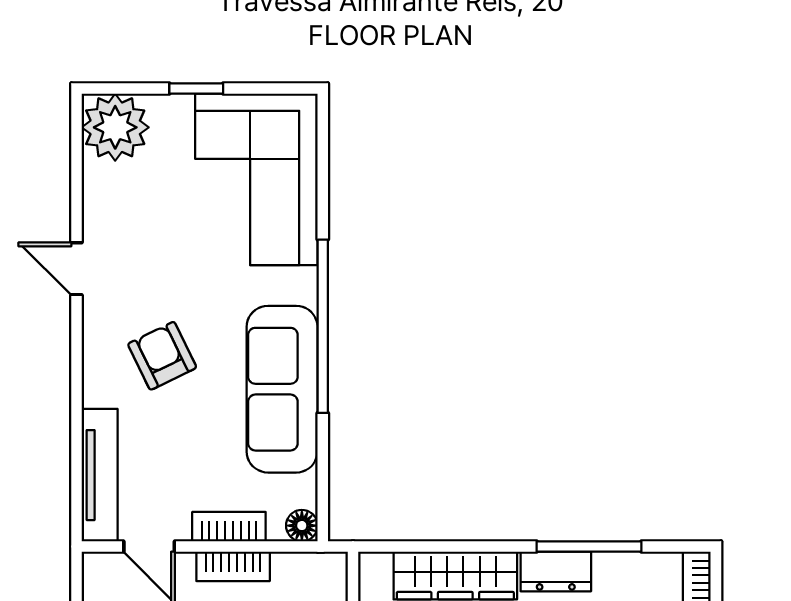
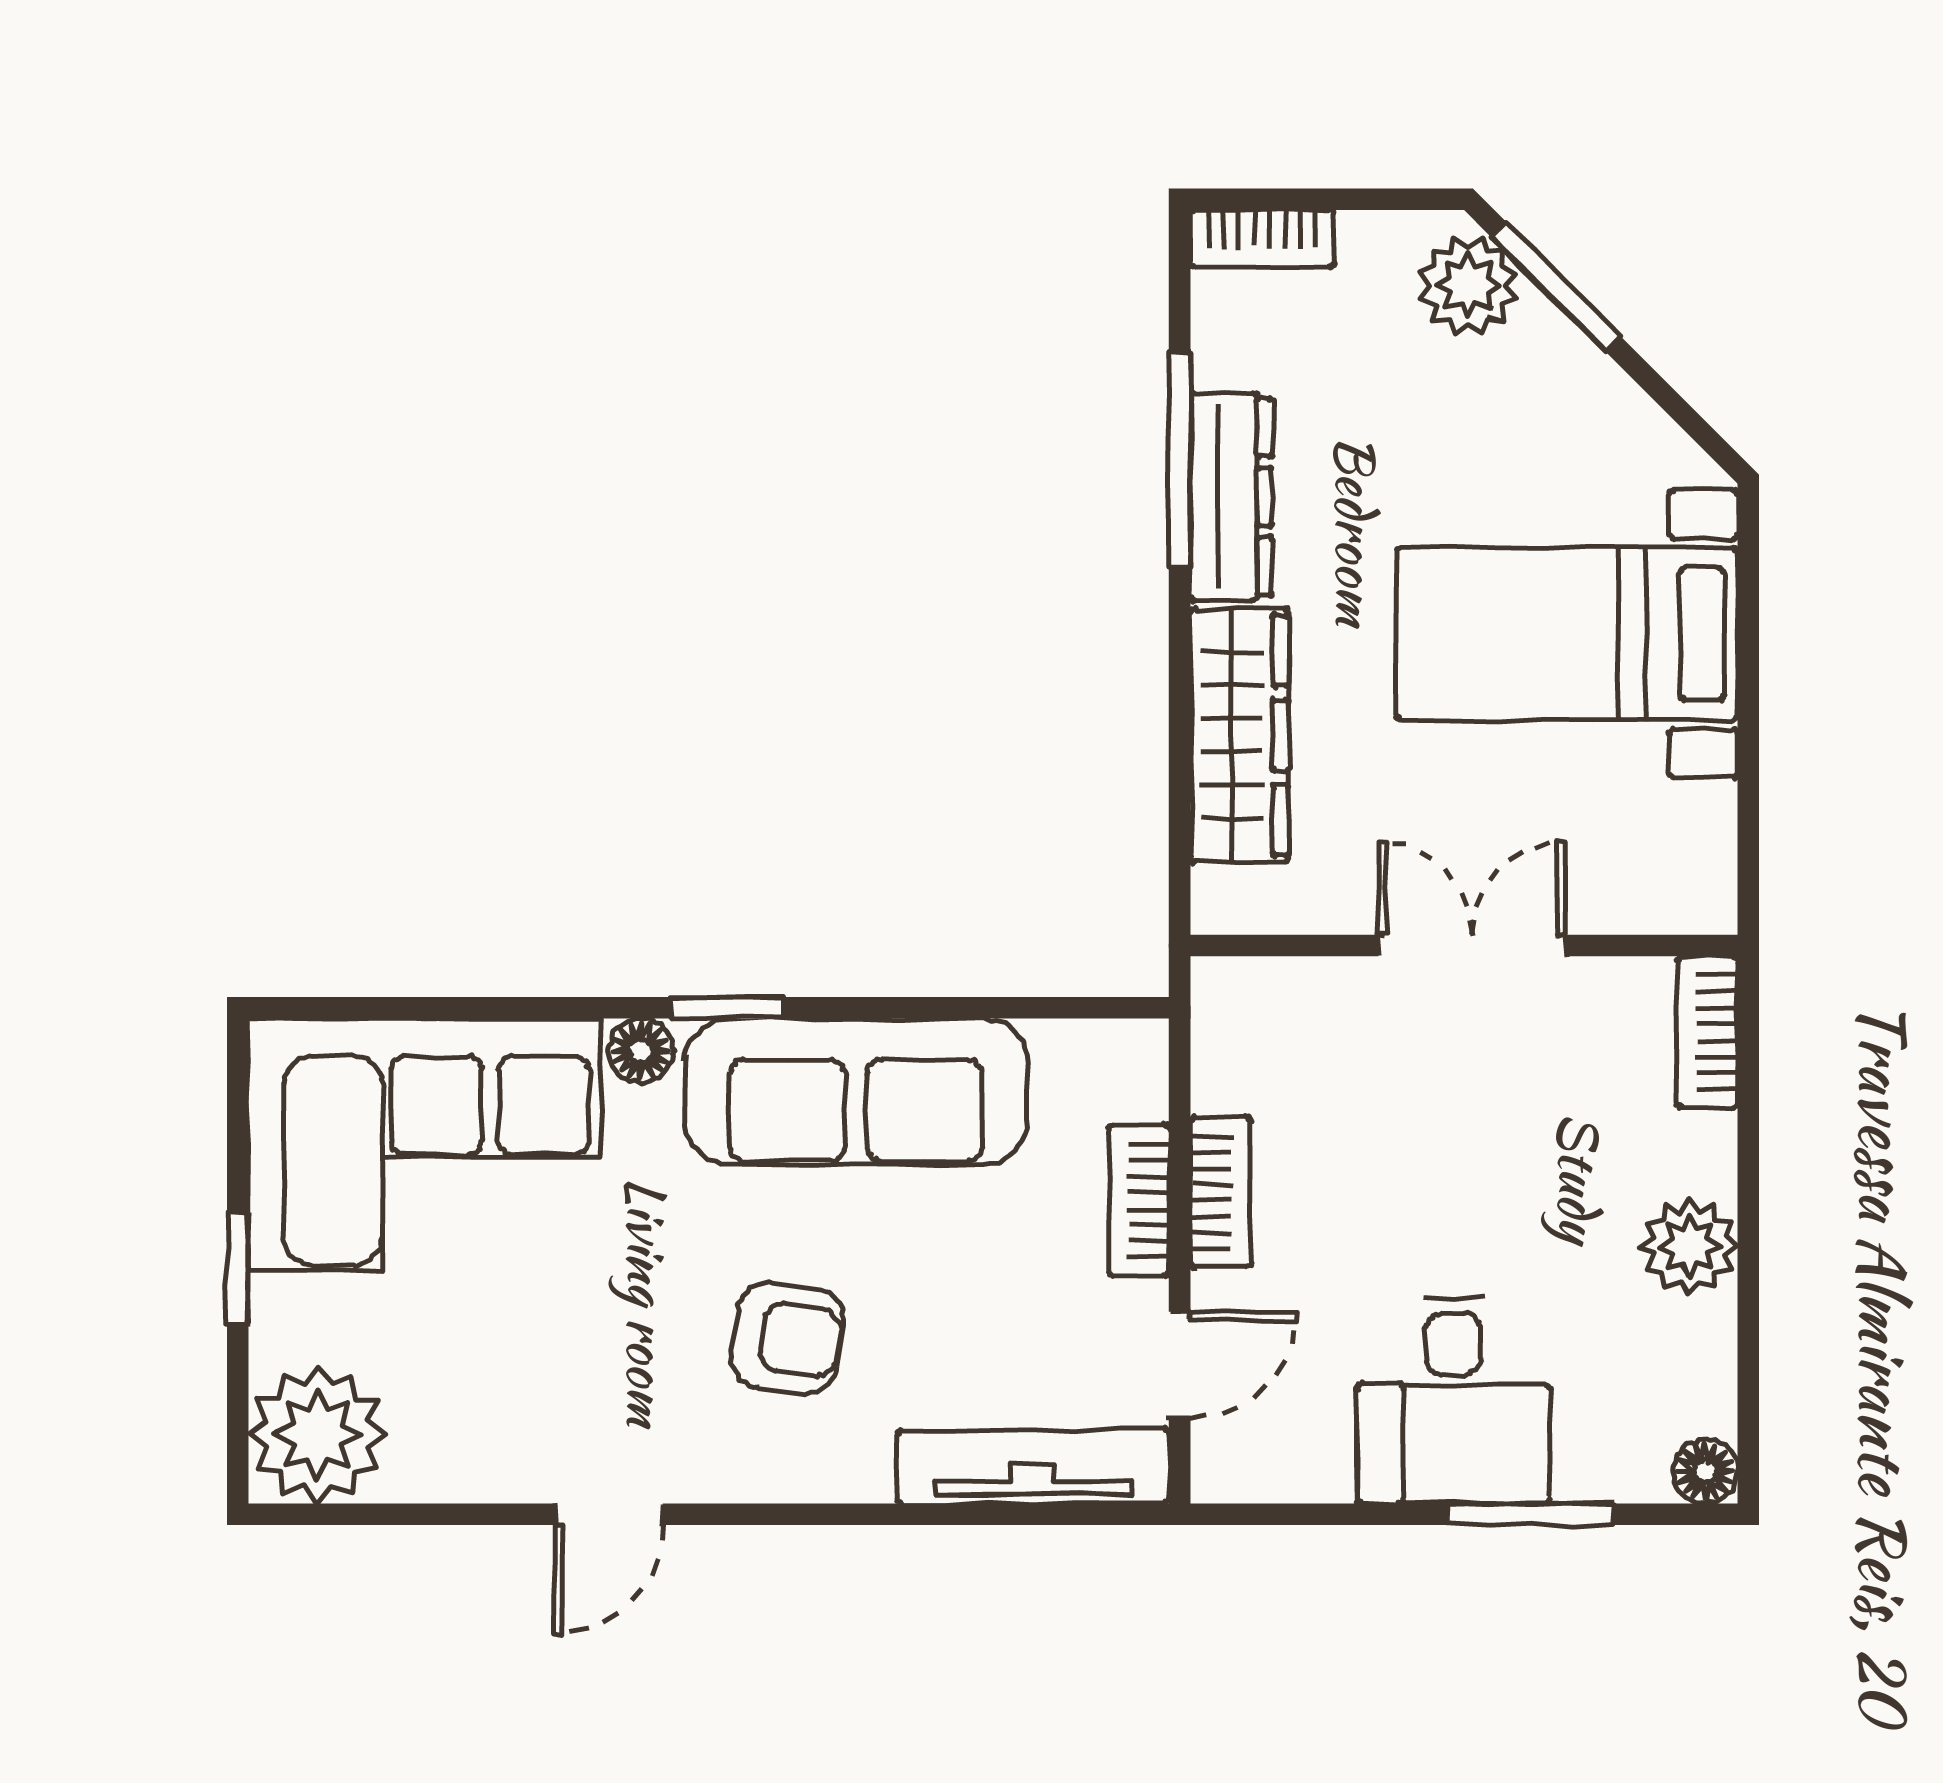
window: (323, 326) -> (727, 1008), width x0.32
armchair: (162, 356) -> (787, 1338), turned -146
floor lamp: (302, 526) -> (641, 1051), moved
dresser: (556, 572) -> (1231, 497), width x1.44

